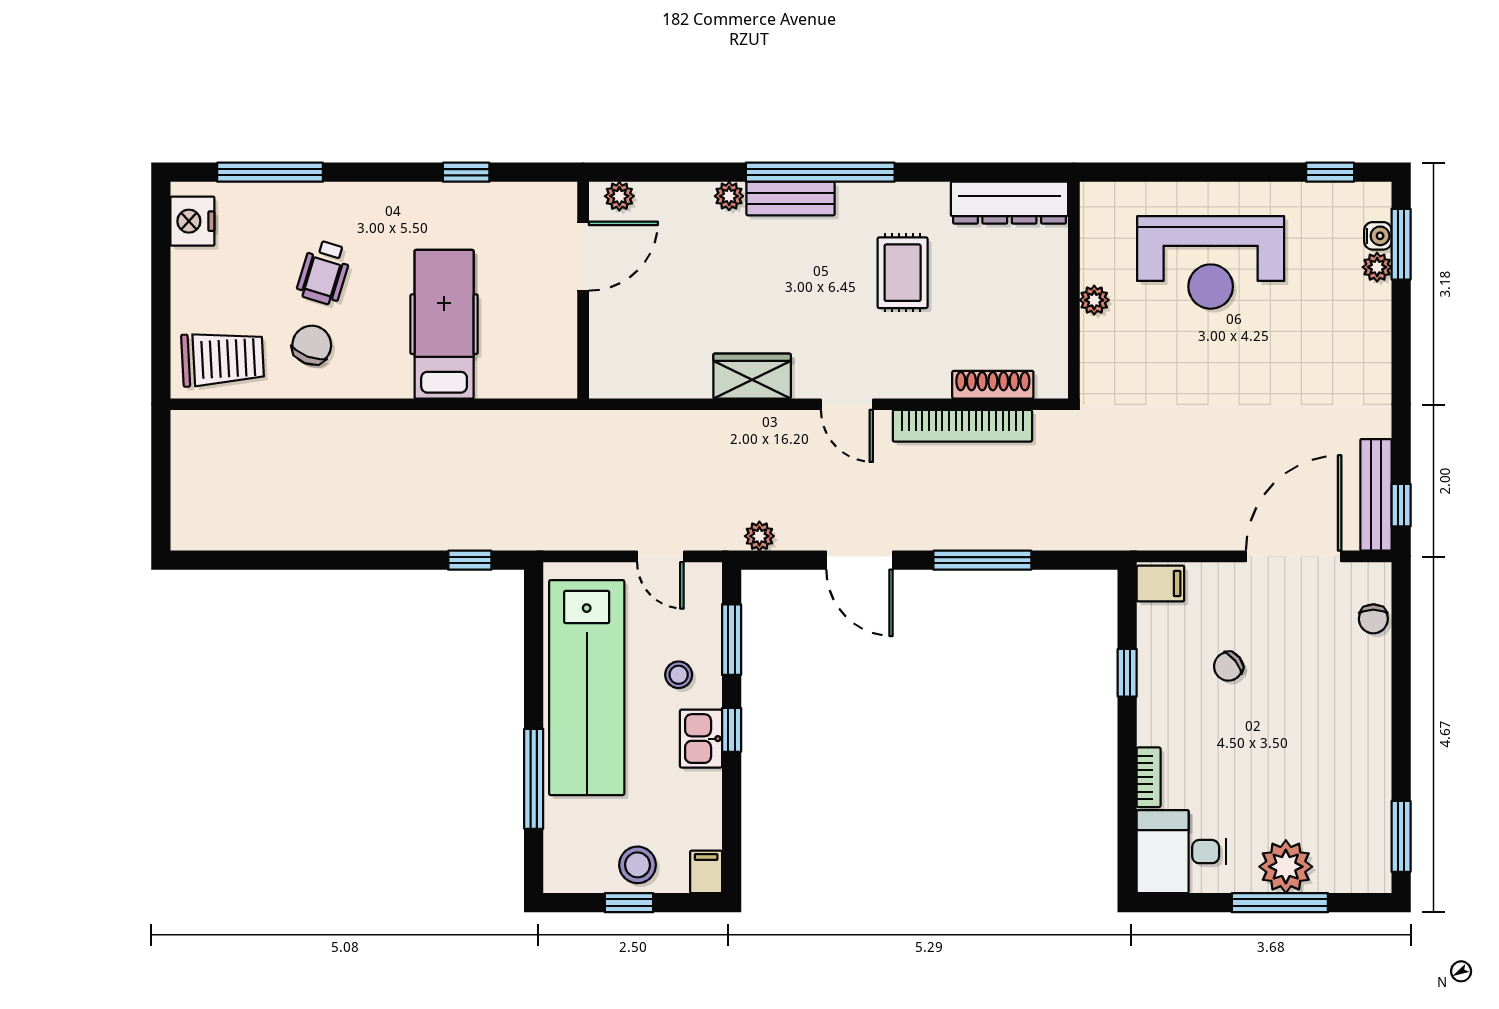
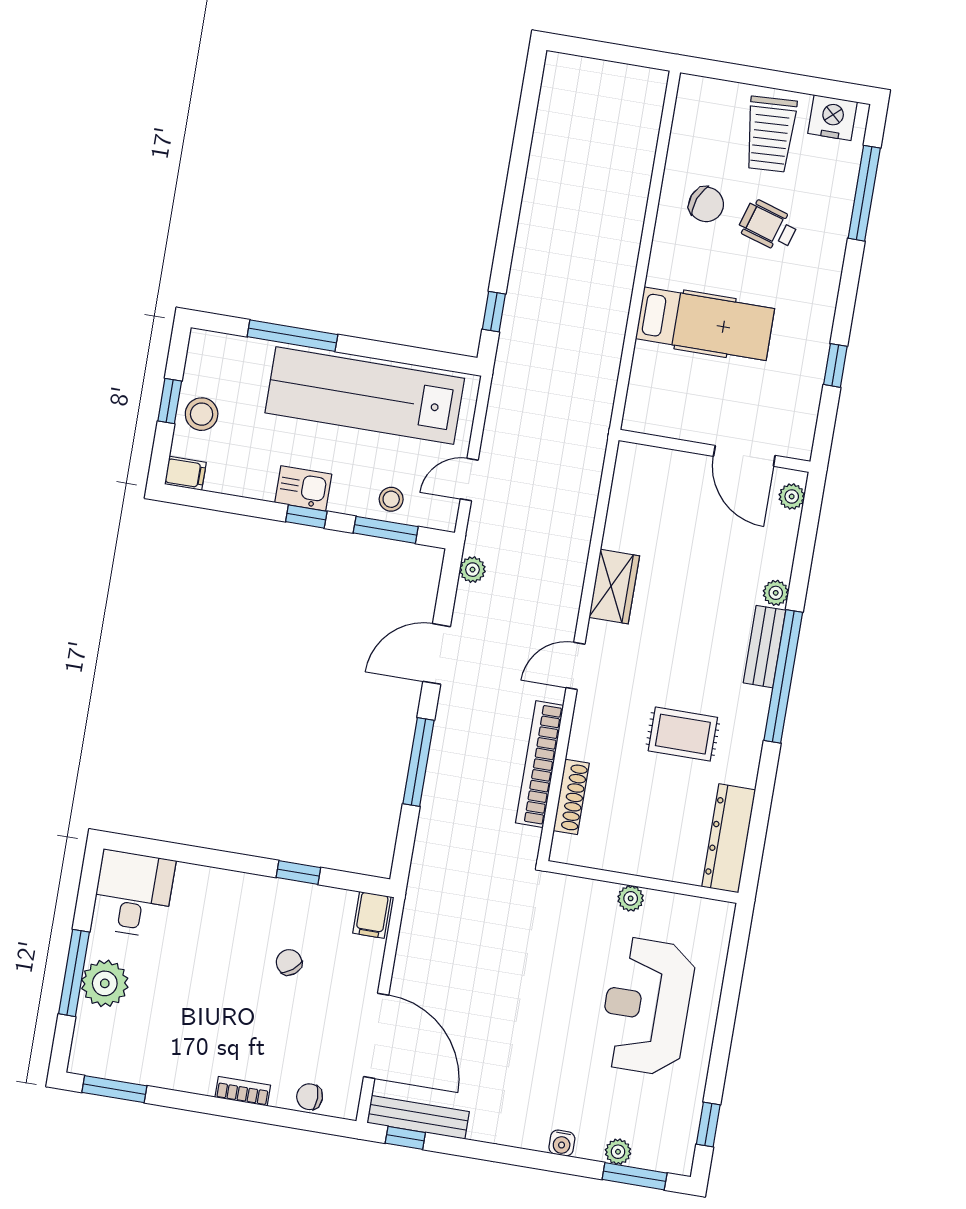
water cooler: (1378, 236) -> (562, 1143), moved
trolley: (223, 359) -> (770, 134), moved
stool: (679, 675) -> (391, 499), moved
bookcase: (1149, 777) -> (243, 1091), moved, turned 180

